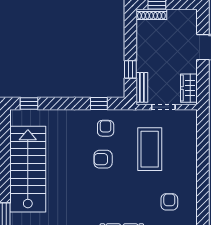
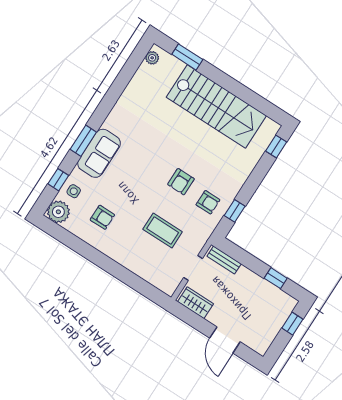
shoe rack: (151, 14) -> (286, 312), removed
window: (130, 69) -> (276, 278), moved
coffee table: (150, 149) -> (163, 231), width x0.73, depth x0.76
armchair: (103, 159) -> (181, 182), turned 180

